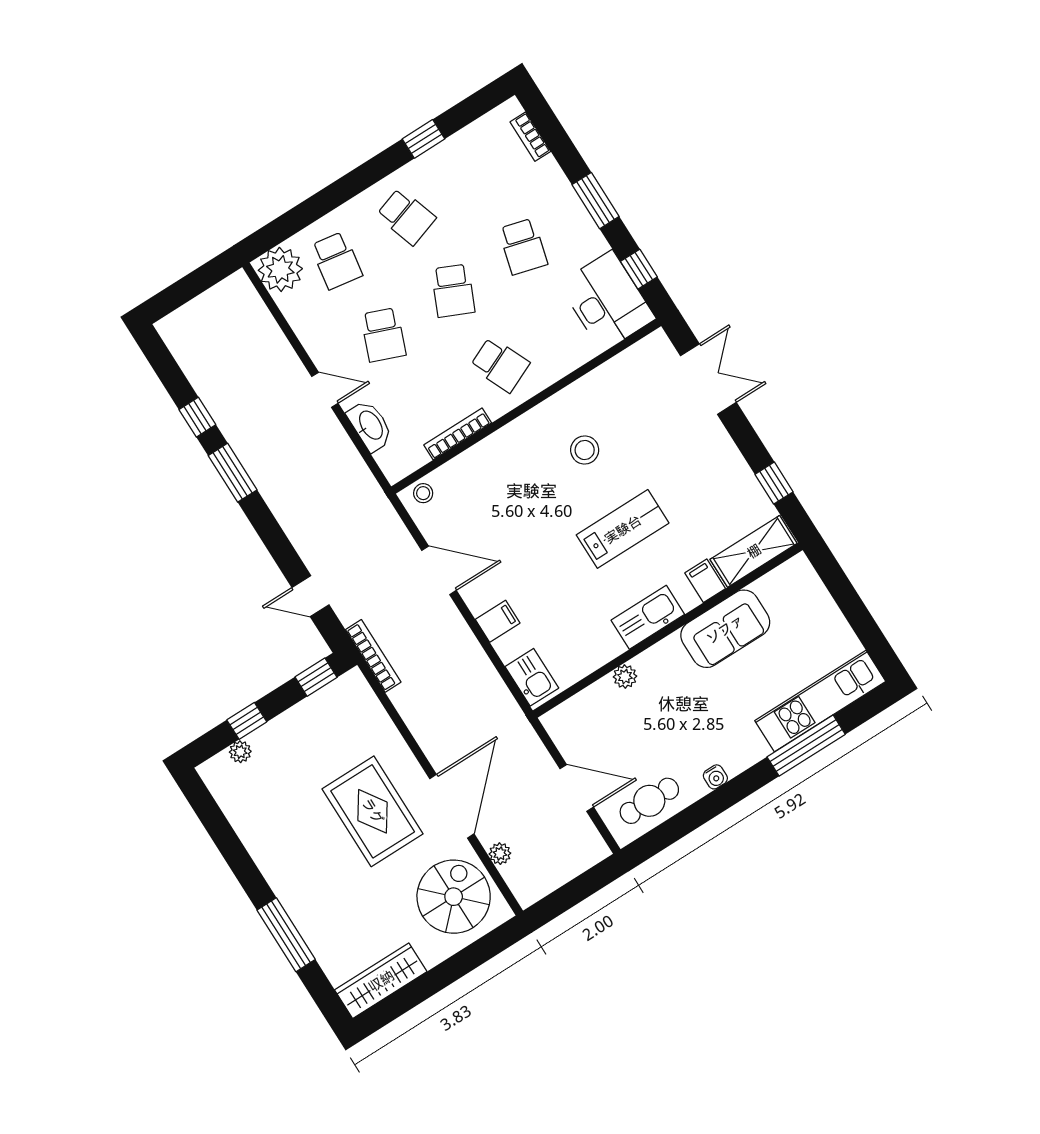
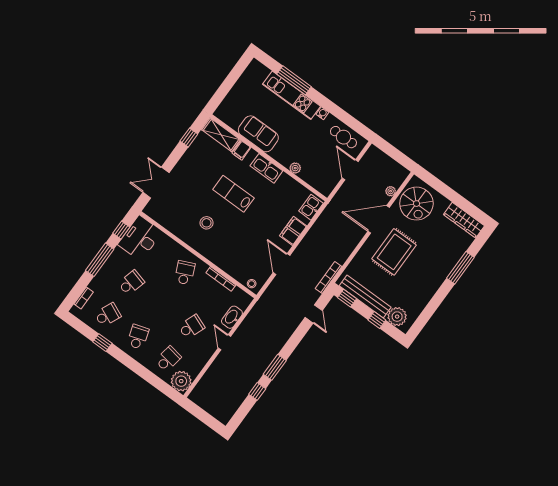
window: (596, 201) -> (100, 260), width x1.44
school desk: (453, 291) -> (108, 315), moved
filing cabinet: (498, 621) -> (293, 231), width x2.00
kitchen unit: (820, 701) -> (291, 95), moved
bench: (304, 716) -> (365, 297), added
plant: (240, 752) -> (397, 317), width x1.87, depth x1.87
spiral stairs: (454, 897) -> (416, 204), turned -90

